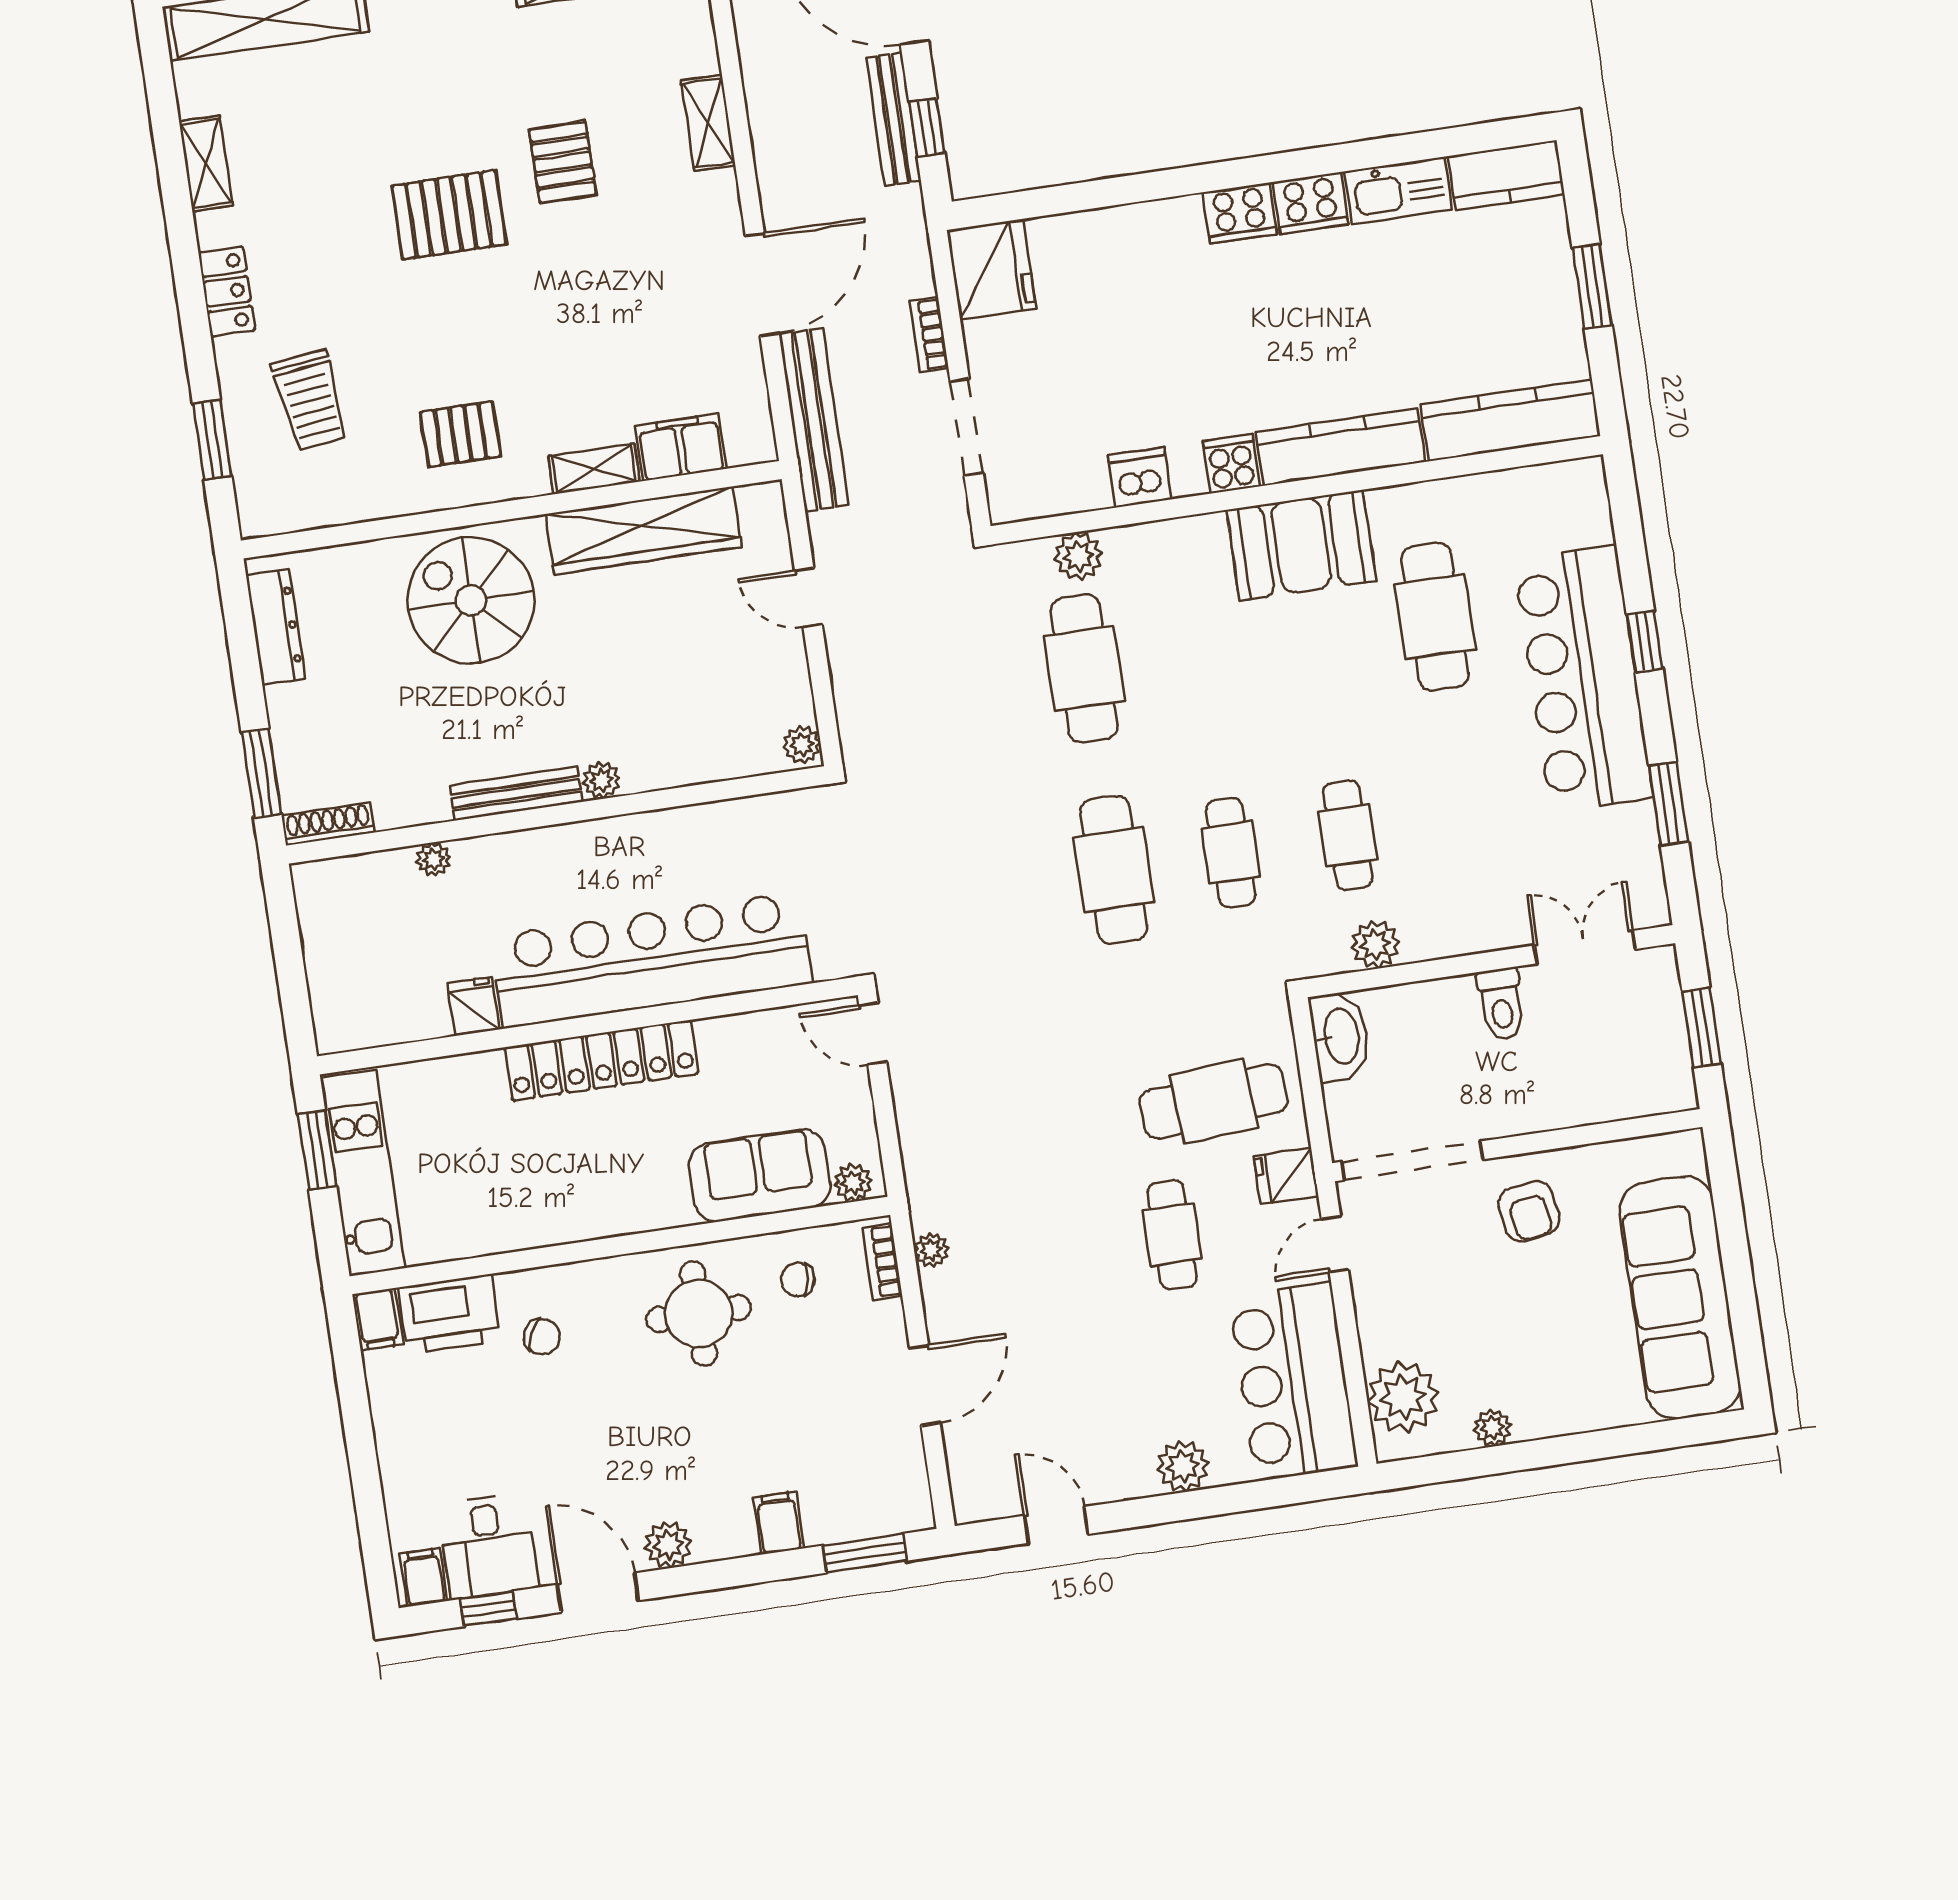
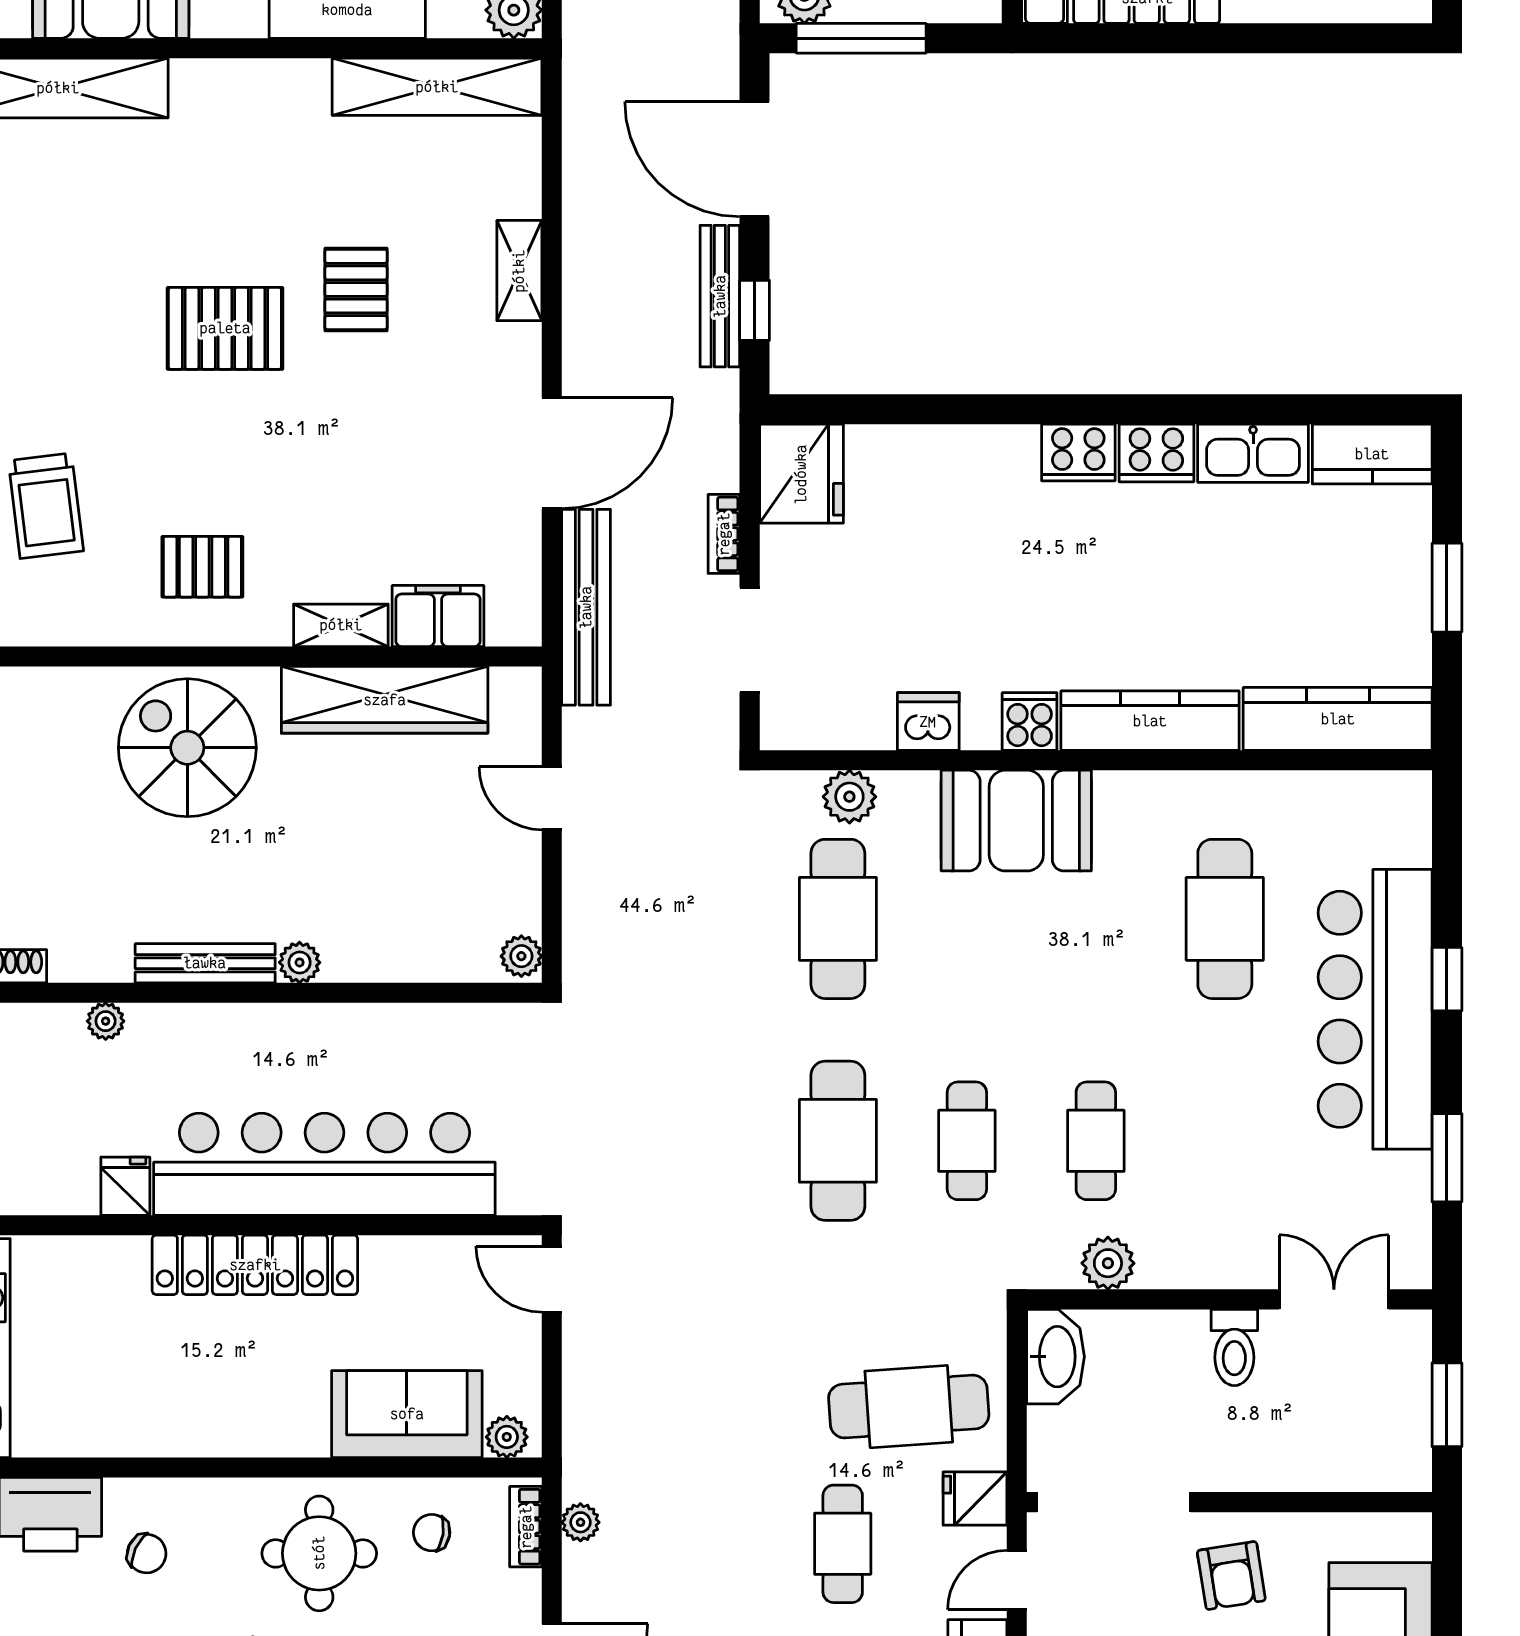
booth: (1301, 545) -> (1016, 821), moved

